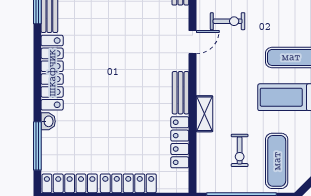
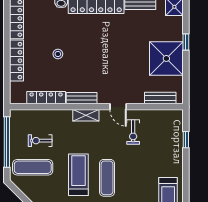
shelving: (204, 114) -> (86, 115), moved
stool: (119, 126) -> (58, 54), added

